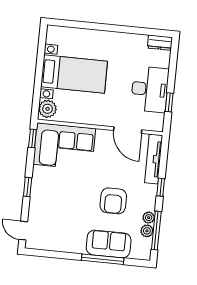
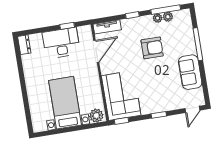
tv unit: (154, 159) -> (107, 27), width x0.71
sofa: (109, 244) -> (190, 72), moved

